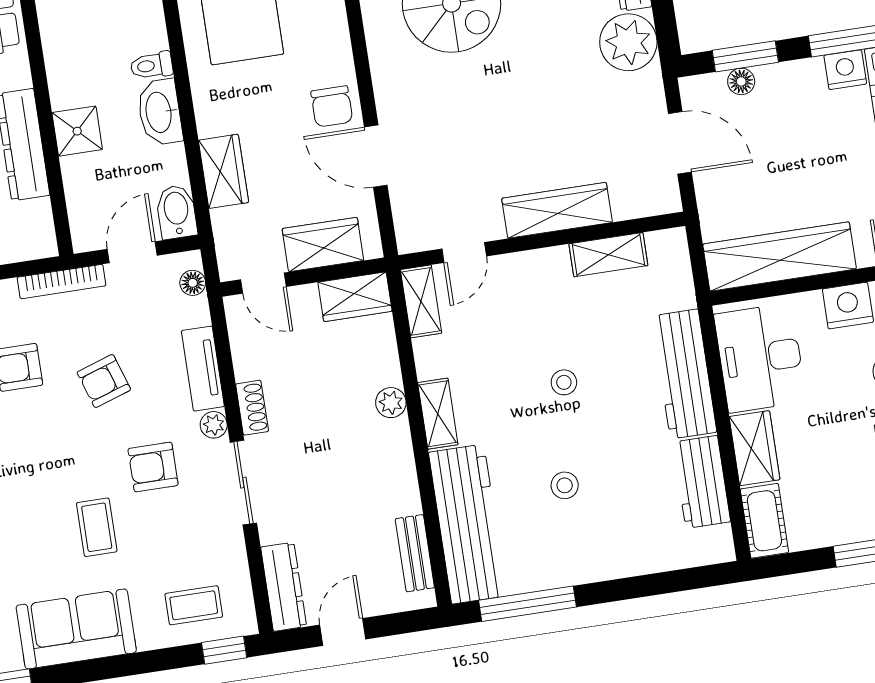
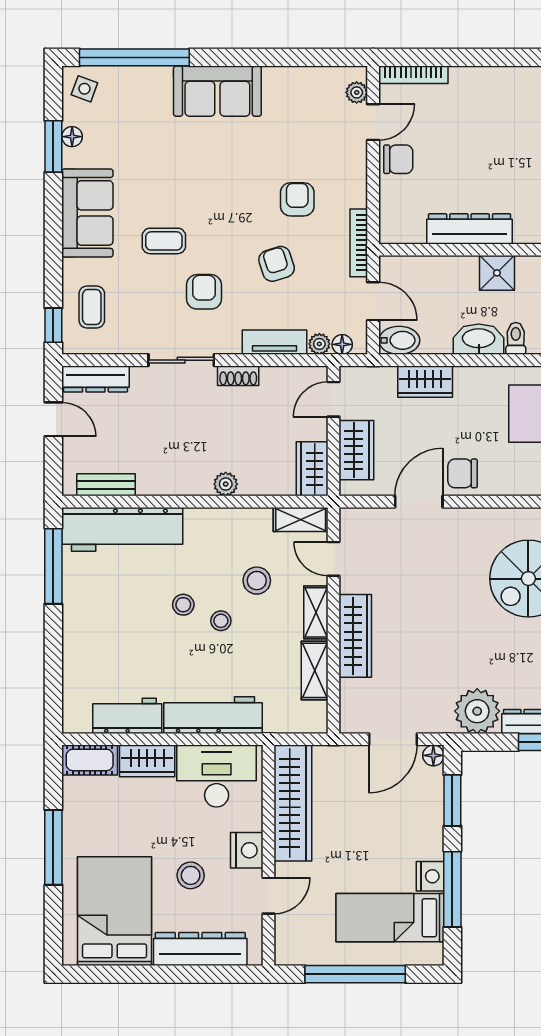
floor lamp: (741, 81) -> (433, 755), moved
shower: (77, 131) -> (497, 273), moved
stool: (506, 345) -> (257, 581), added
shelving: (438, 414) -> (316, 612), moved, turned 90
plant: (214, 425) -> (319, 344), moved
stool: (565, 485) -> (183, 605), moved

